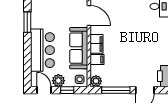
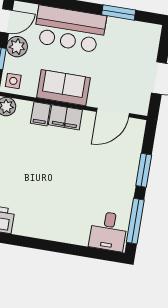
sofa: (79, 48) -> (63, 88), width x0.73

